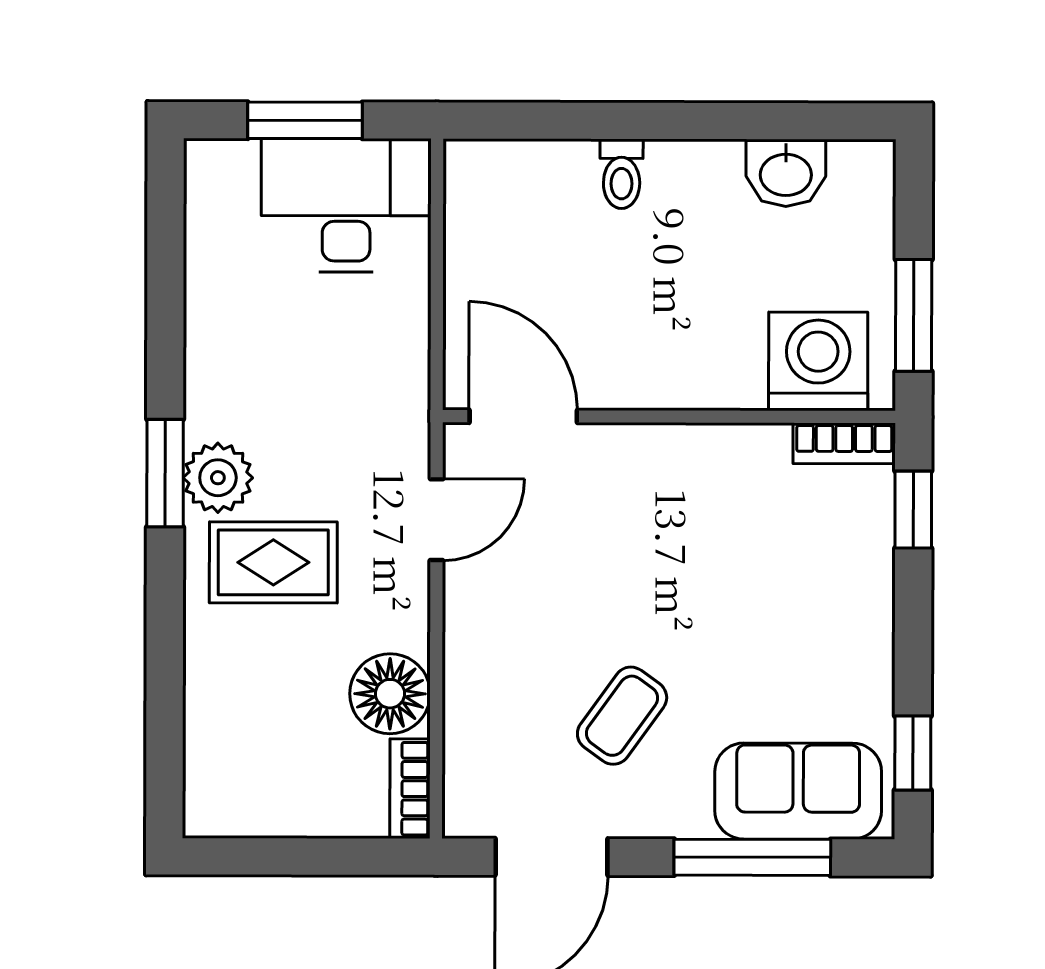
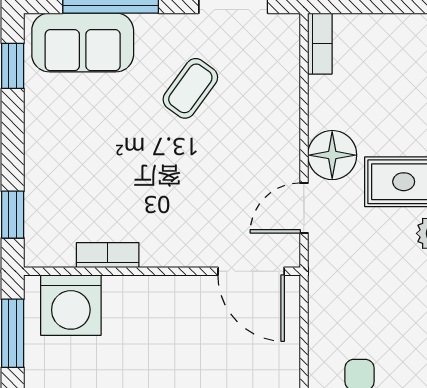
bookcase: (844, 443) -> (108, 255), moved
floor lamp: (390, 694) -> (332, 155), moved

